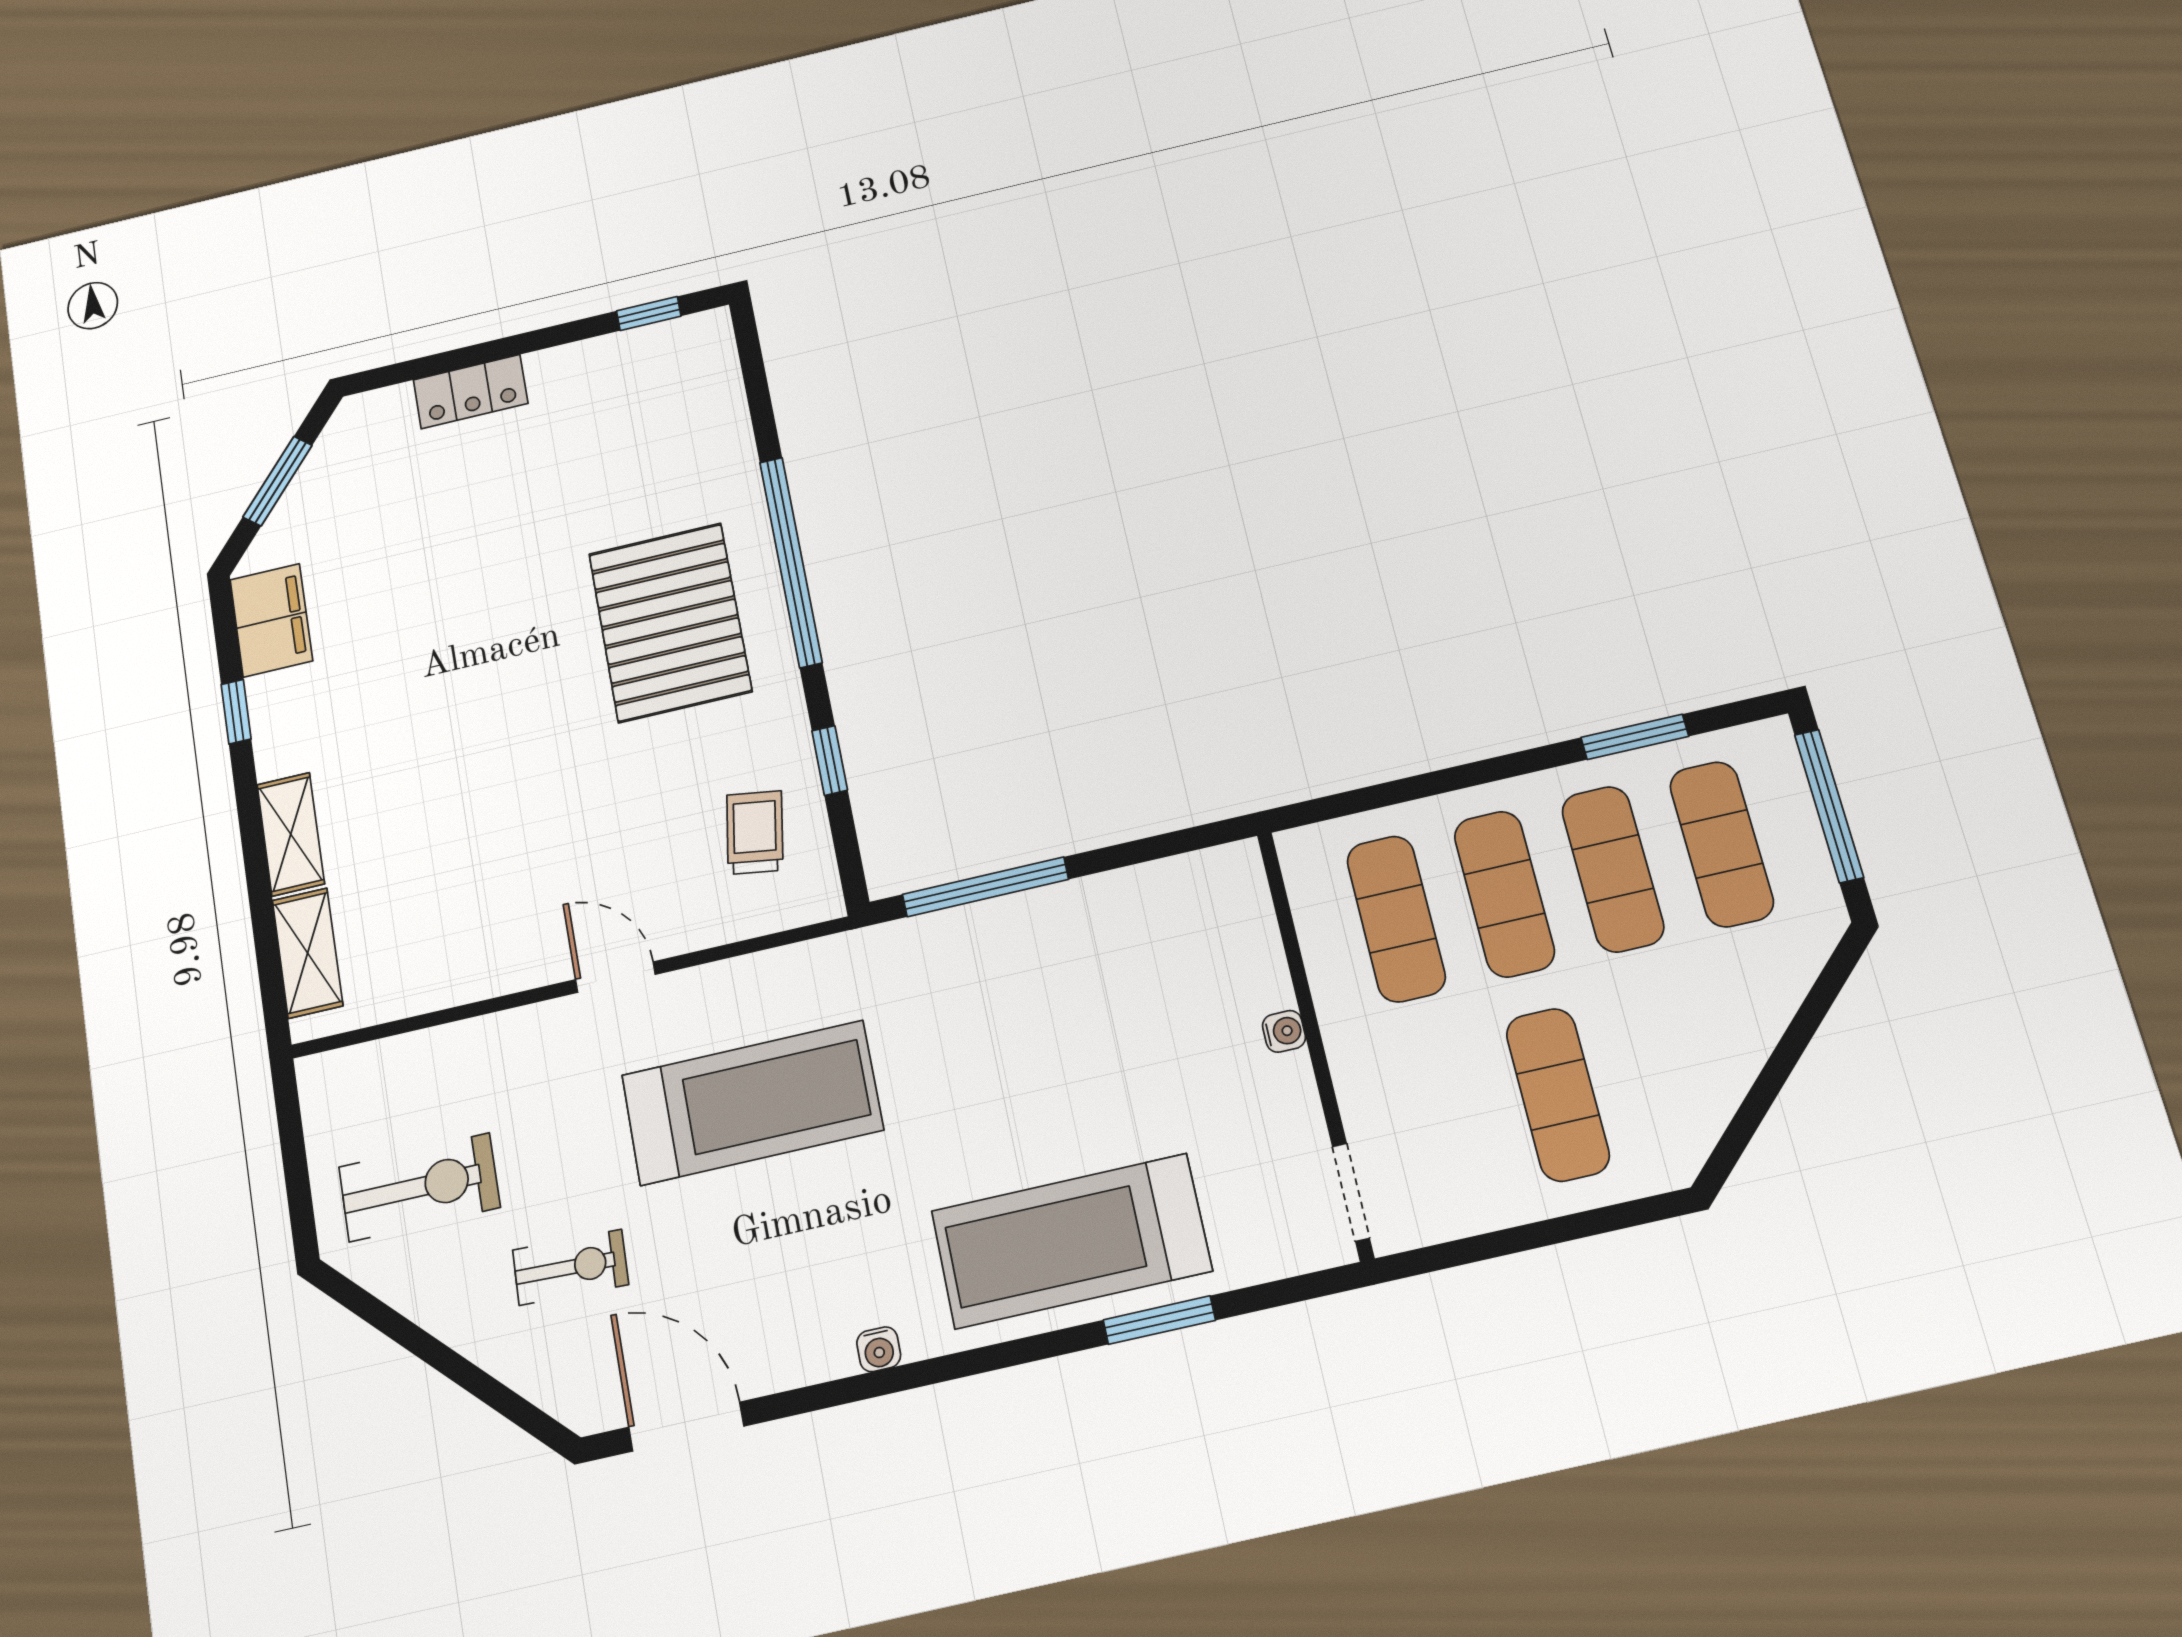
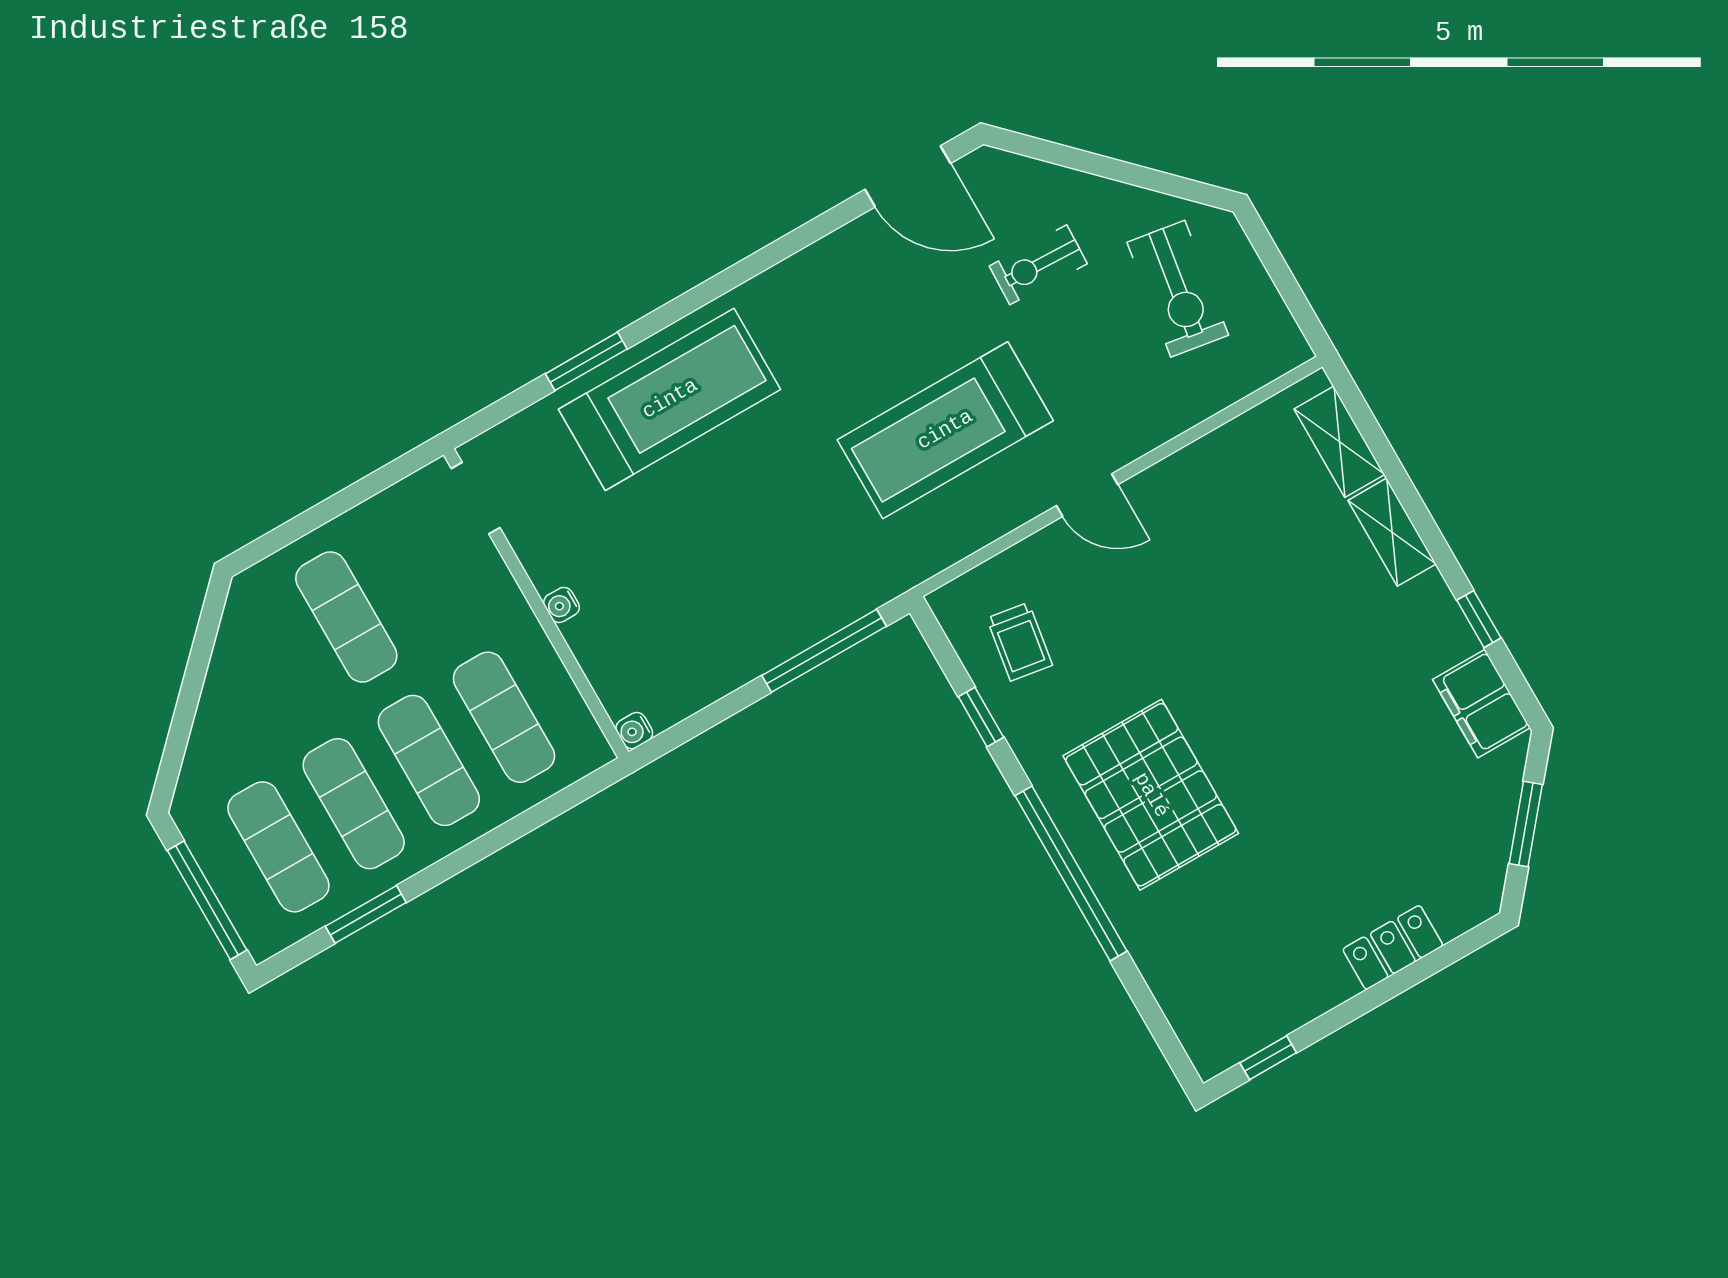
exercise bike: (419, 1187) -> (1178, 289), turned -81
water cooler: (879, 1349) -> (634, 731), moved, turned -90

